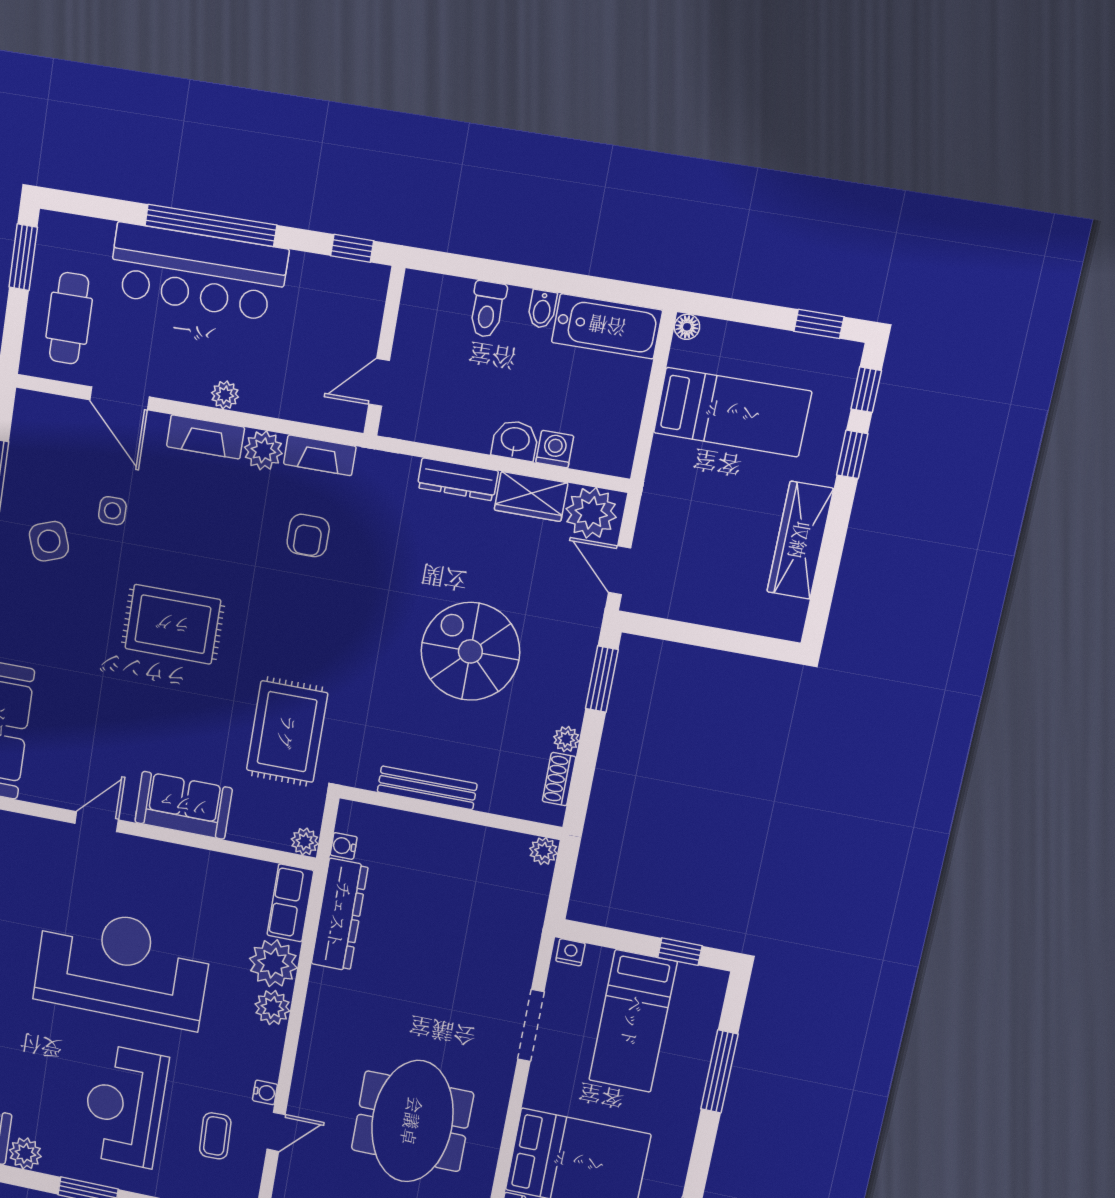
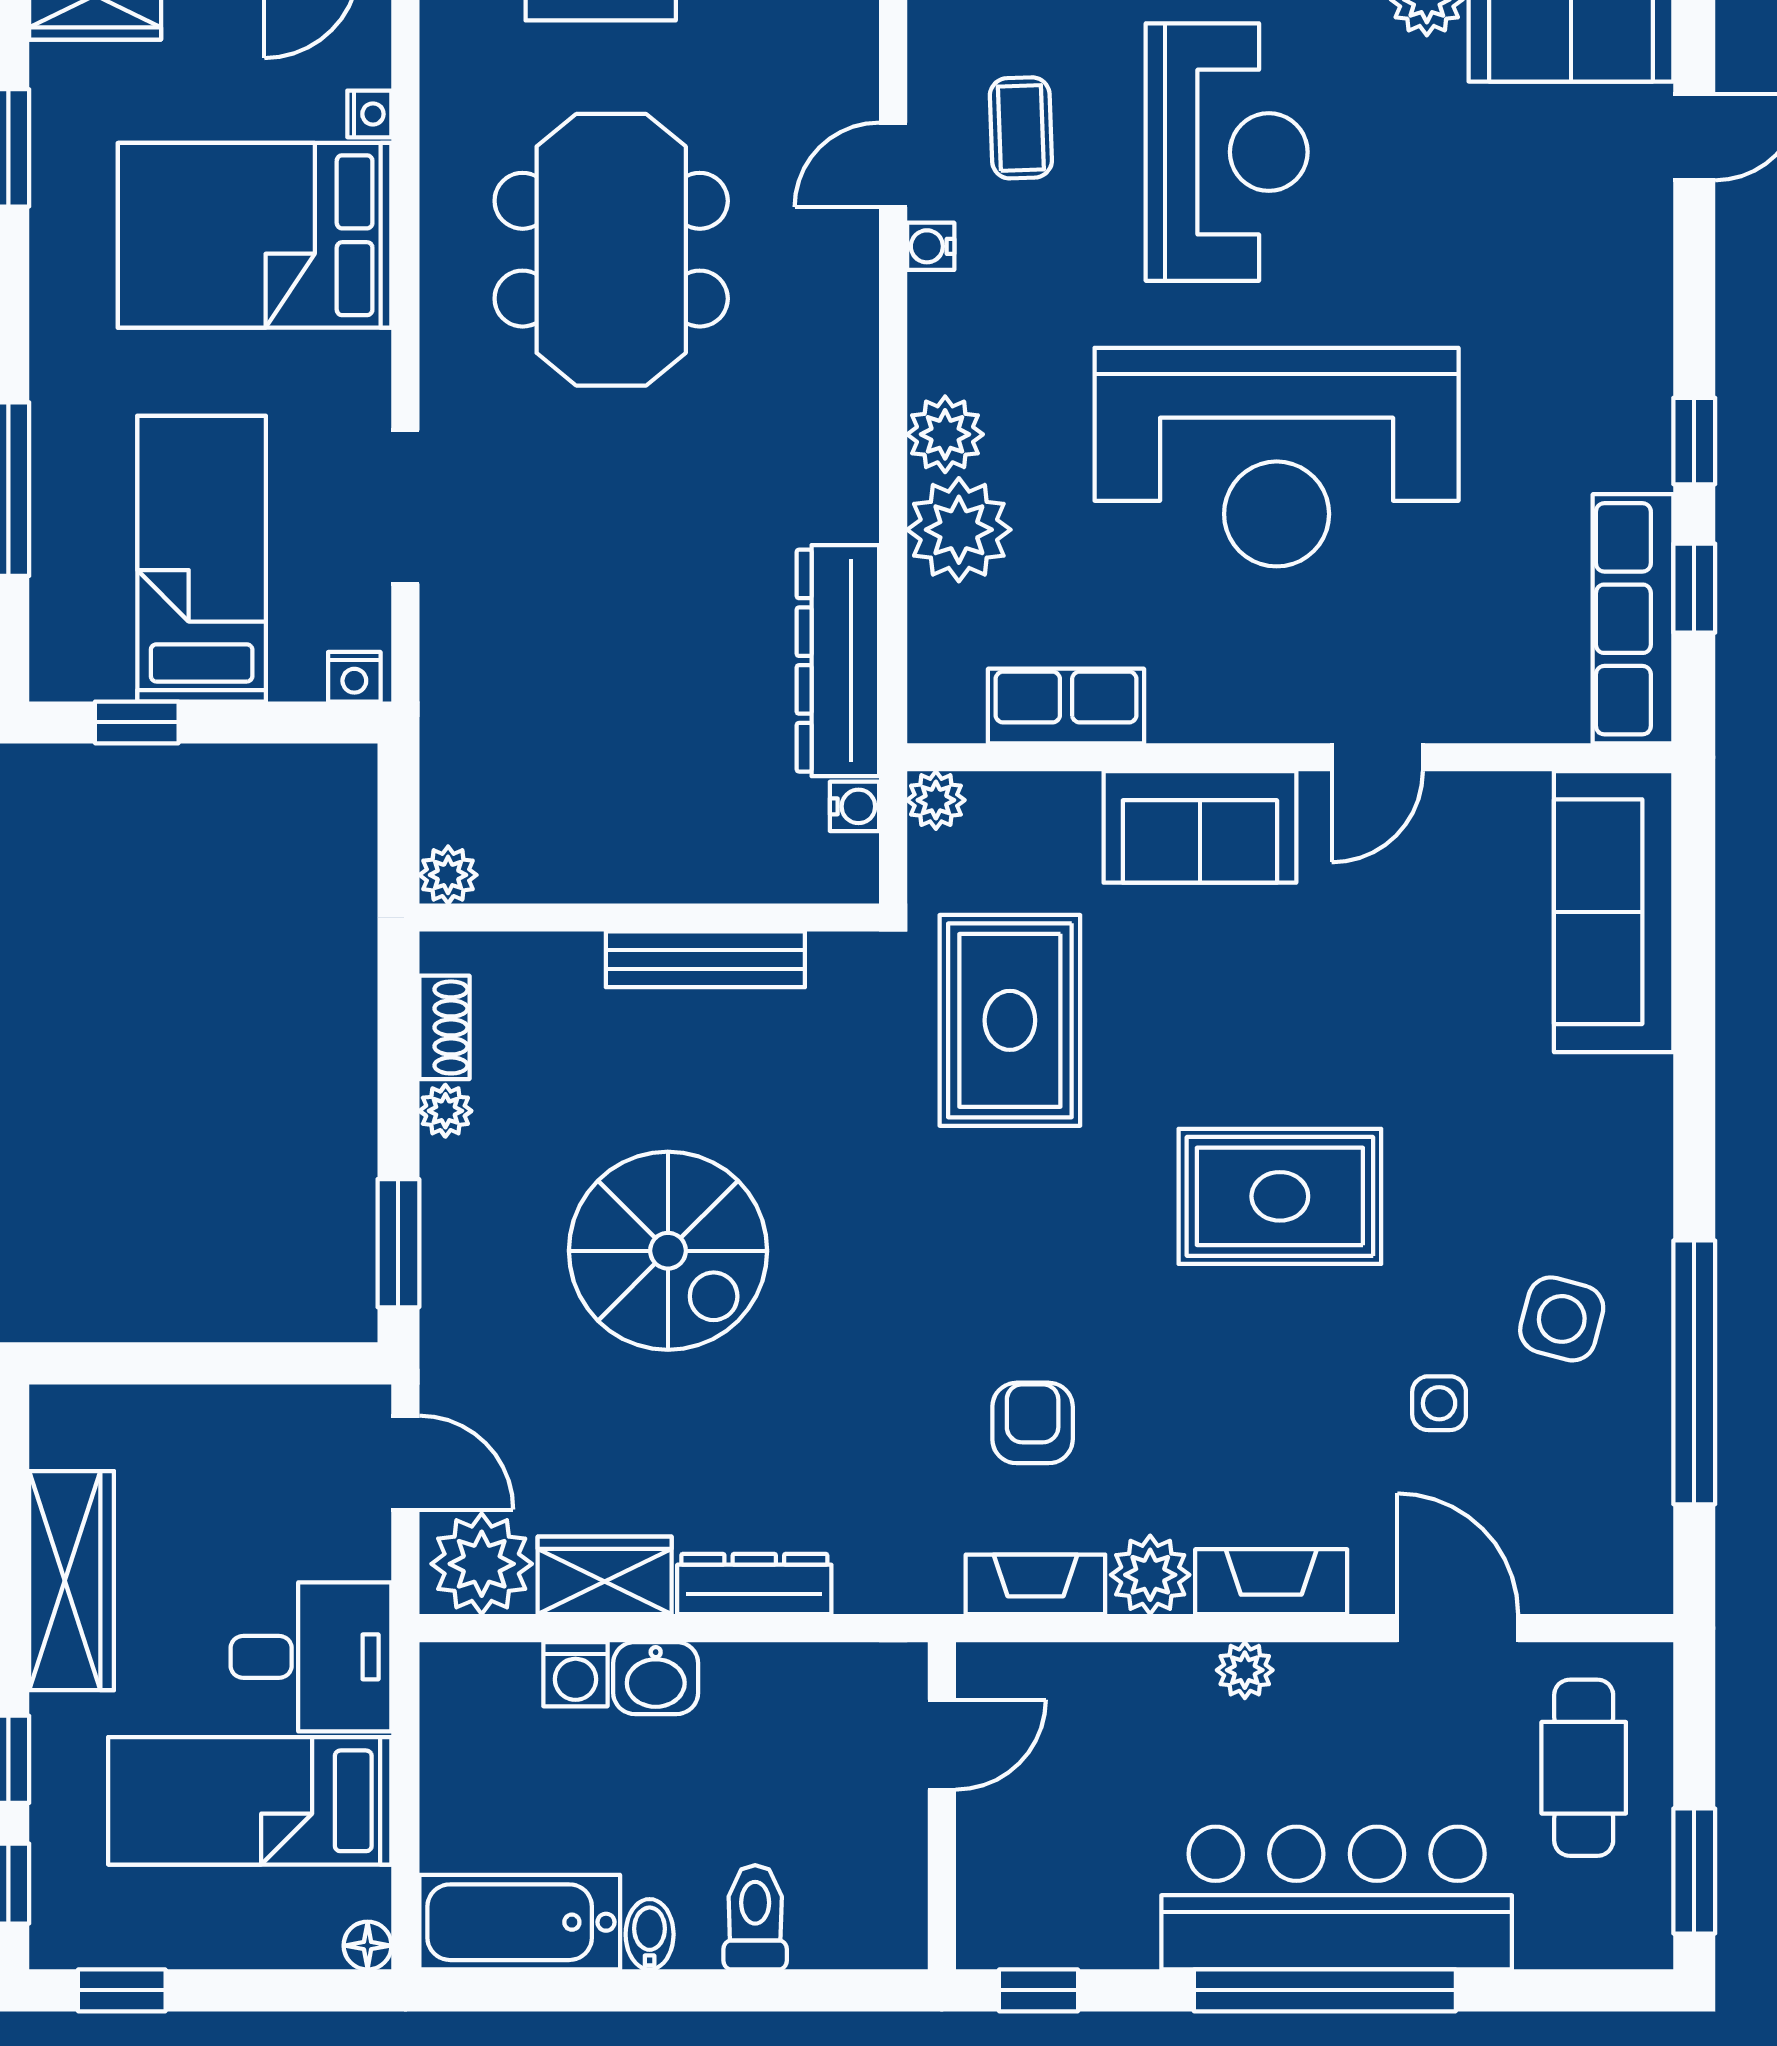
desk: (686, 481) -> (311, 1657), added
side table: (49, 541) -> (1562, 1319), turned 35
row of seats: (290, 903) -> (1066, 706), moved, turned -90

